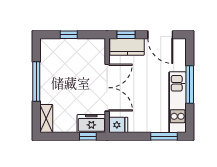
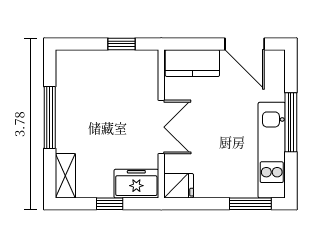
window: (69, 35) -> (122, 44), moved
window: (126, 35) -> (191, 44), removed
double door: (107, 88) -> (161, 127), width x0.73
window: (88, 136) -> (110, 204), moved

